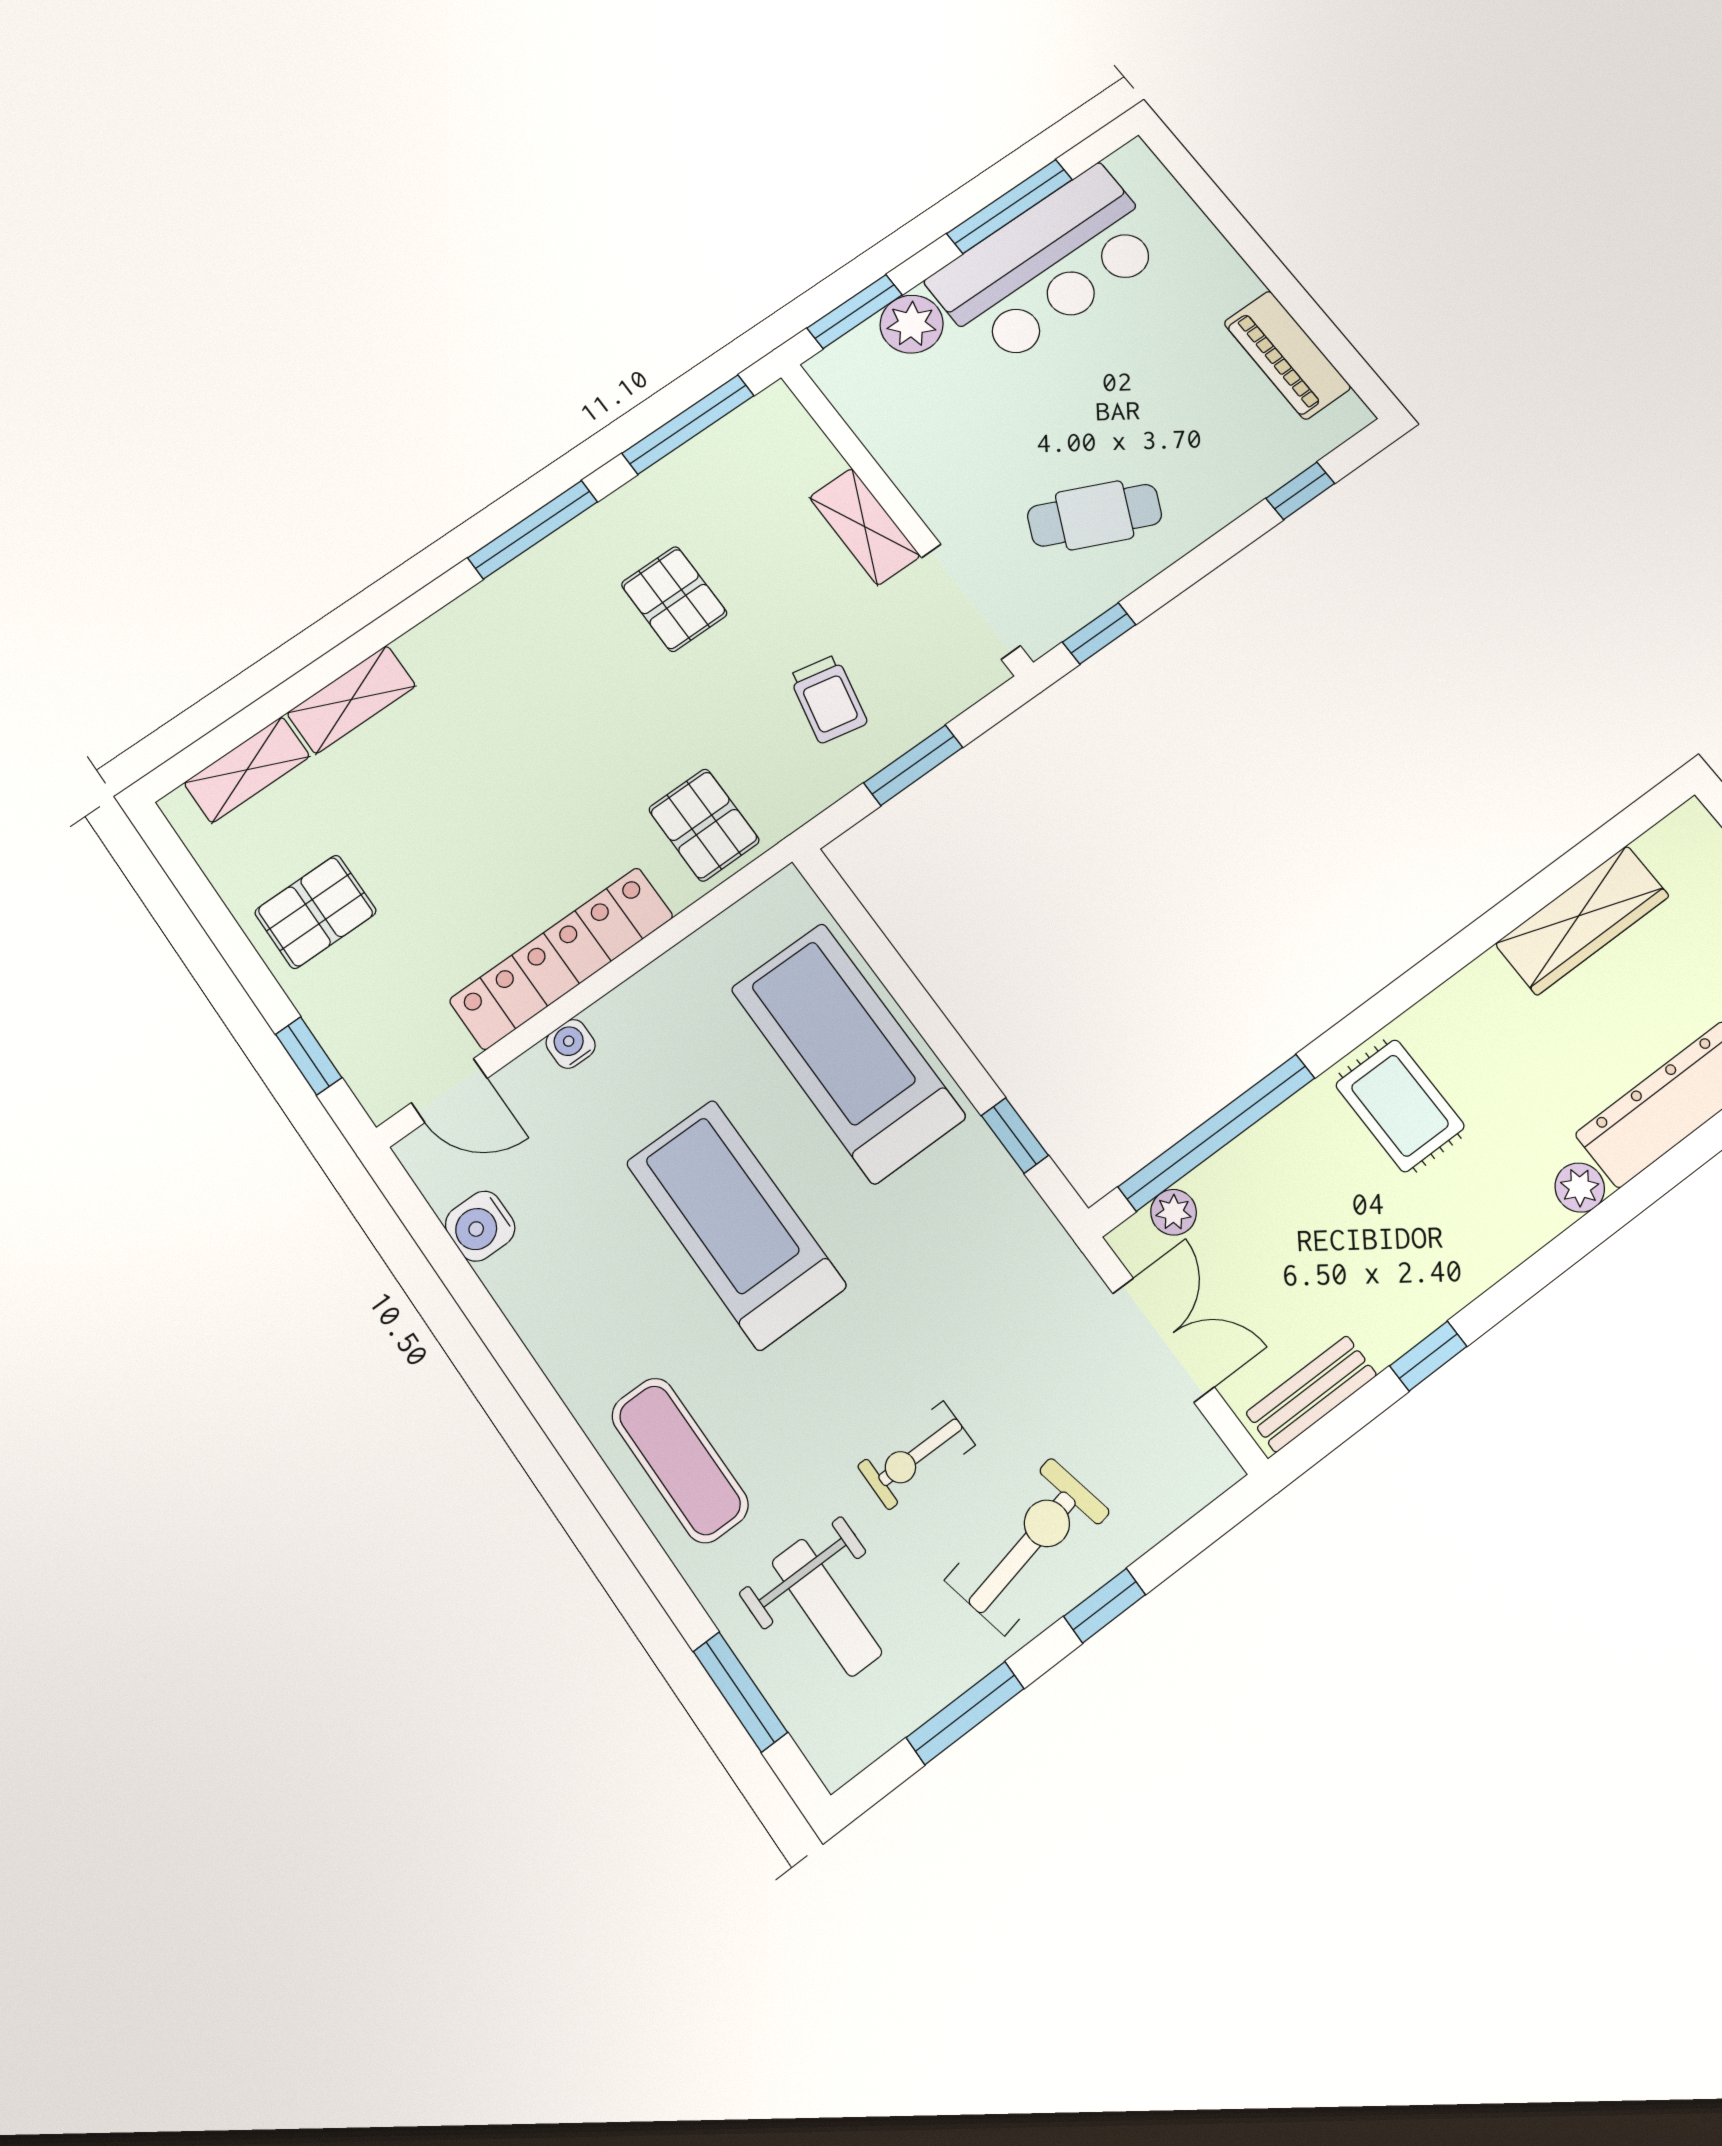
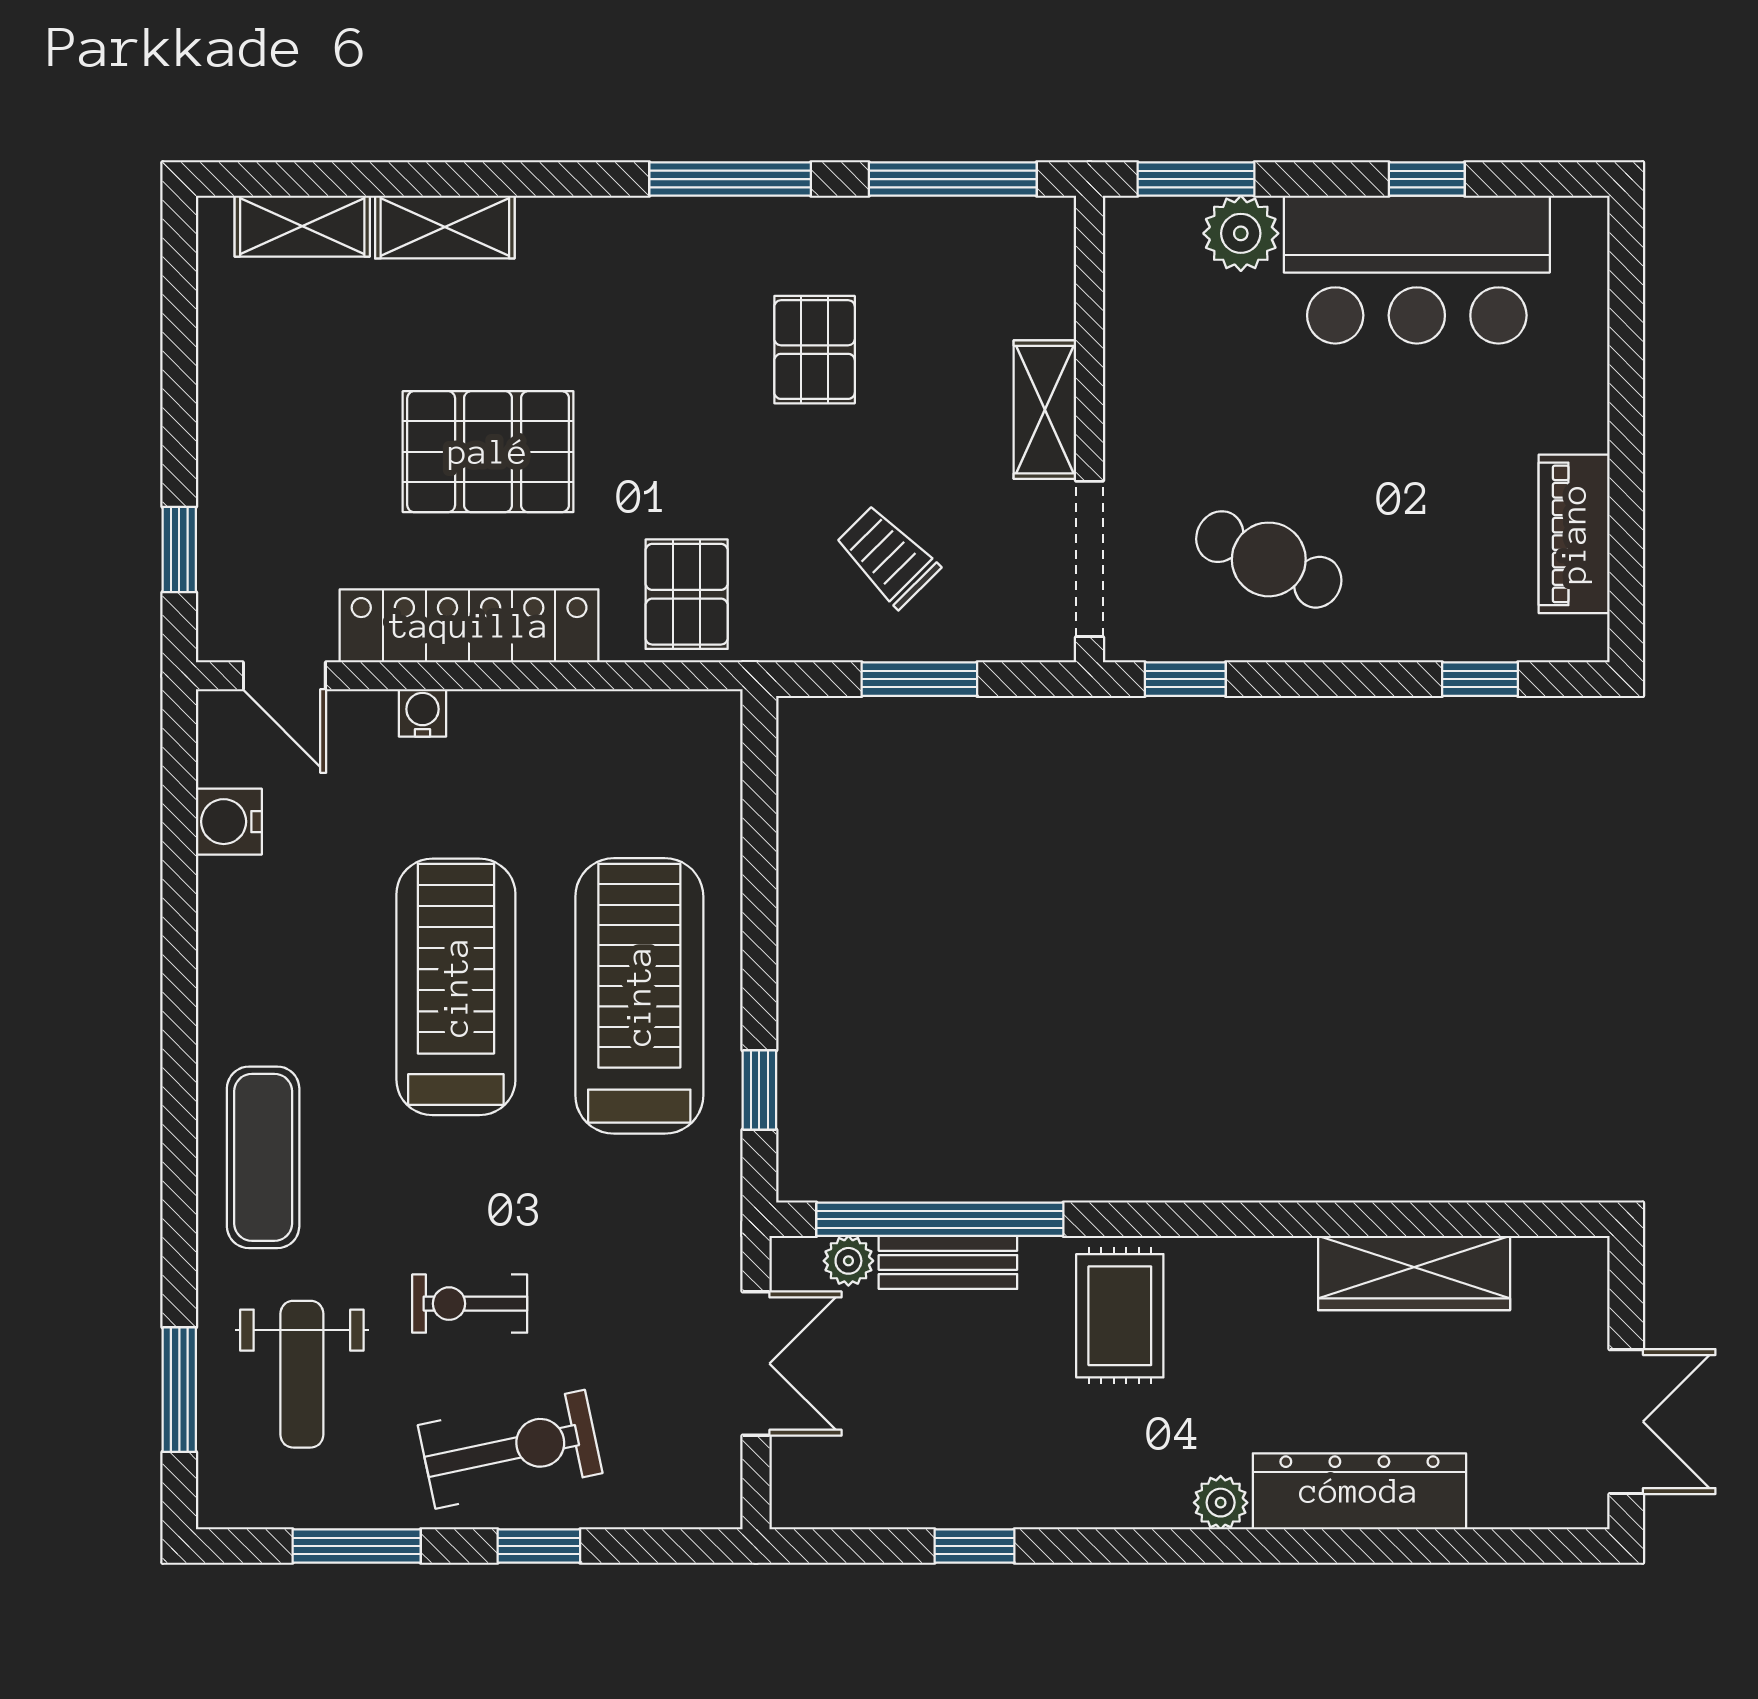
window: (1010, 206) -> (1427, 179), width x0.46
trolley: (828, 699) -> (887, 556), turned 123
pallet: (316, 912) -> (488, 452), moved, width x1.50, depth x1.42
treadmill: (848, 1053) -> (639, 996), moved
bench: (1311, 1394) -> (948, 1262), moved

